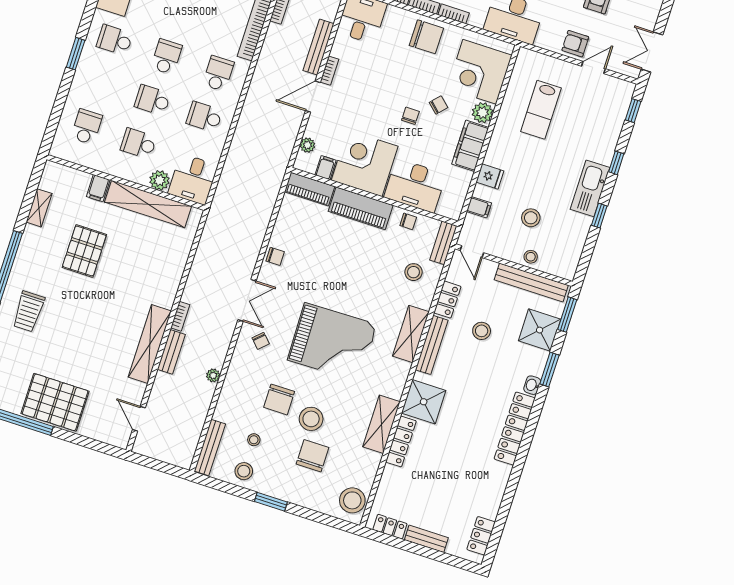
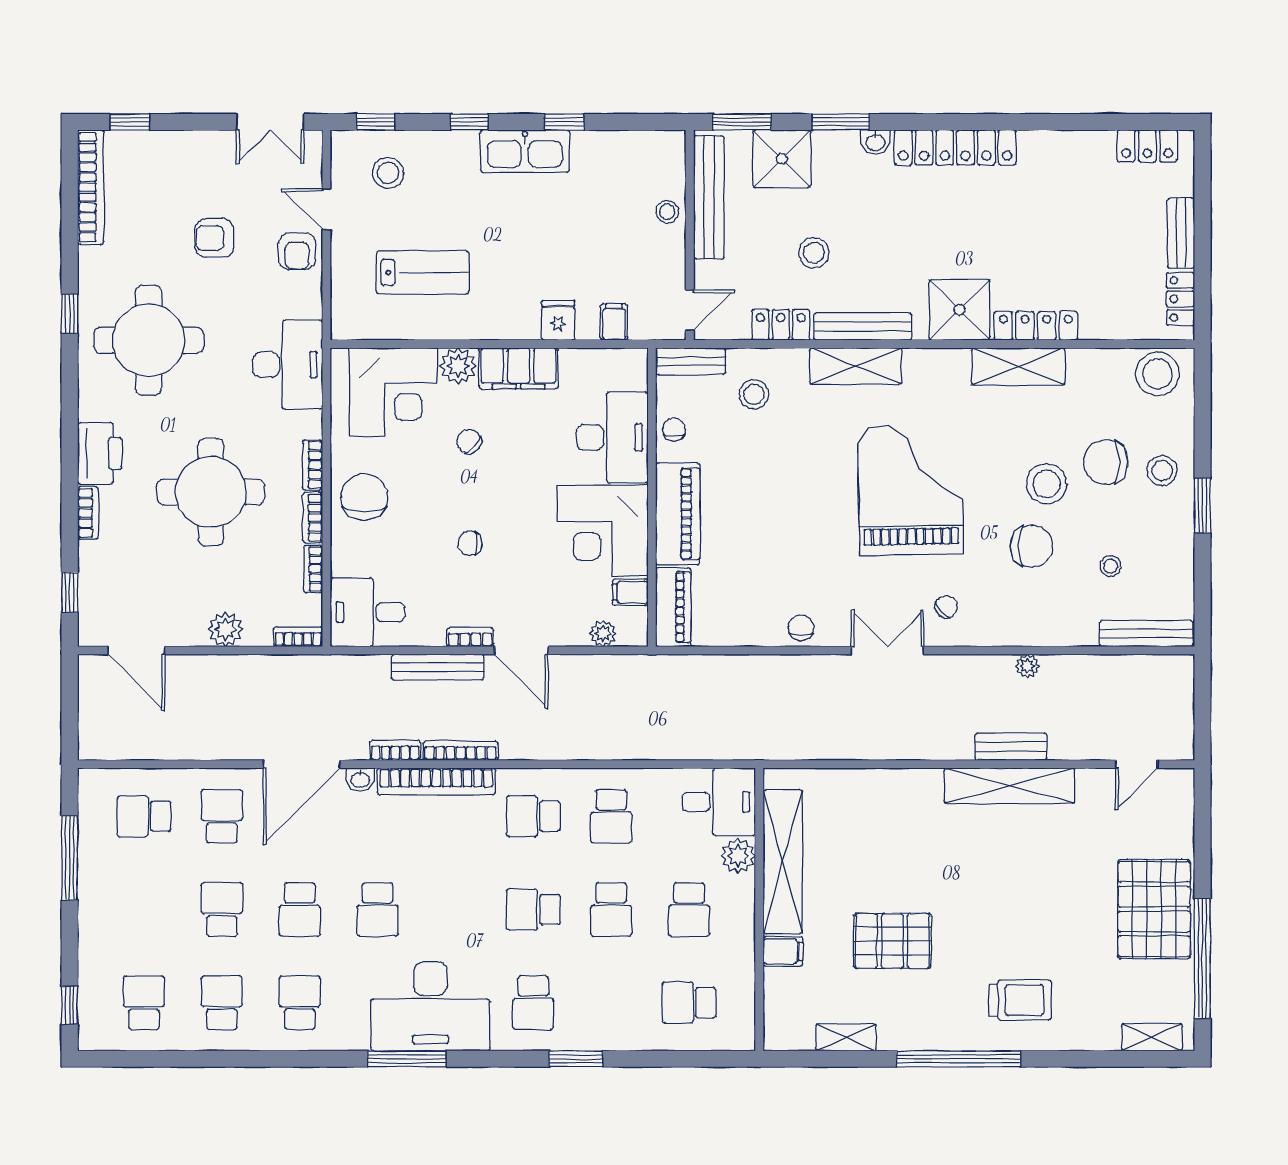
chair: (410, 116) -> (470, 543), moved
stool: (531, 218) -> (388, 173), moved
bookcase: (180, 316) -> (461, 751), moved, width x1.56
stool: (244, 471) -> (1162, 471), moved

